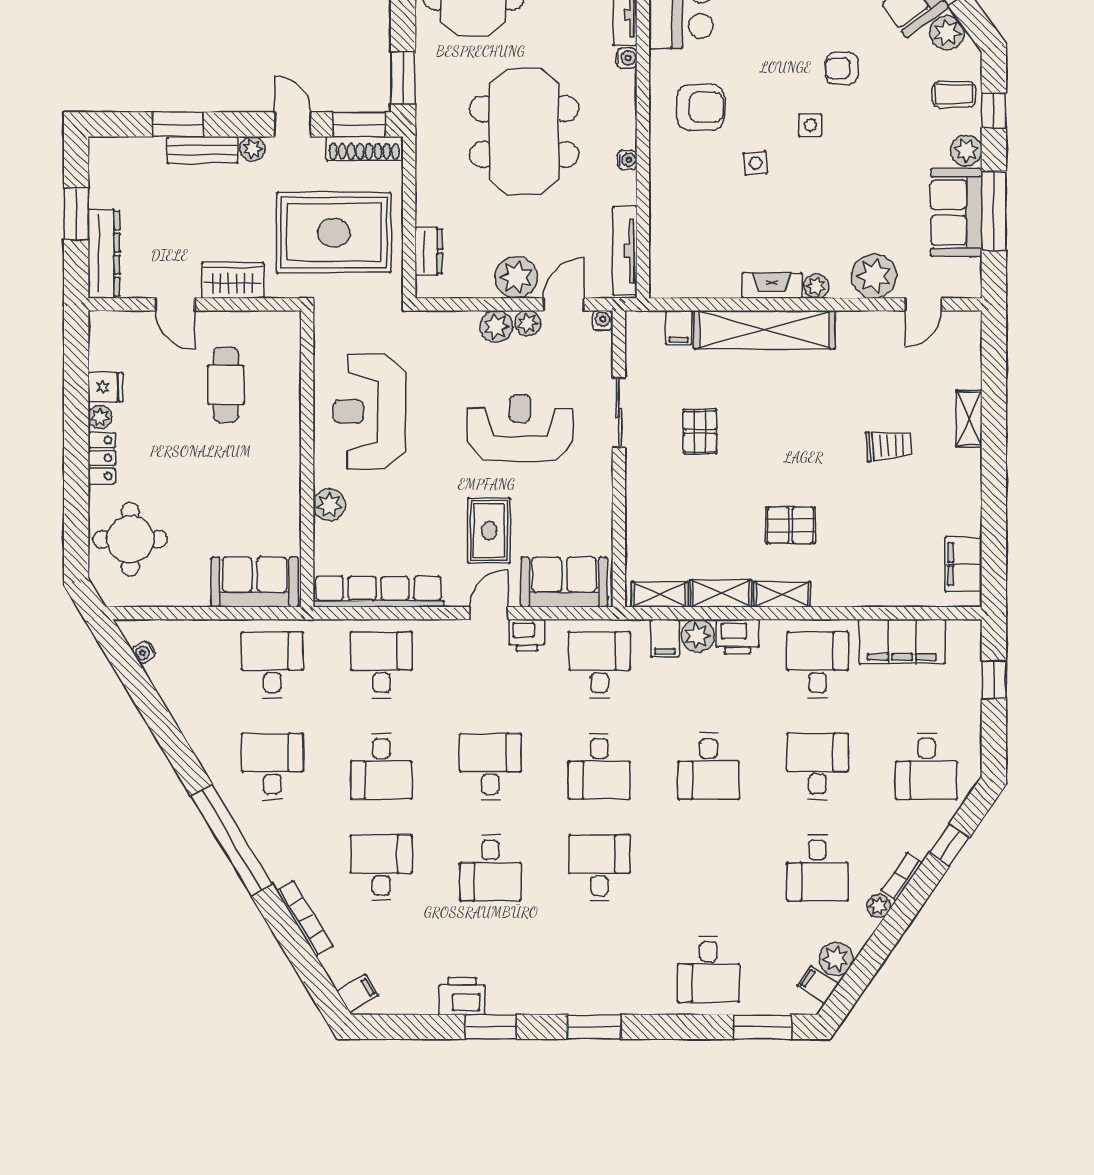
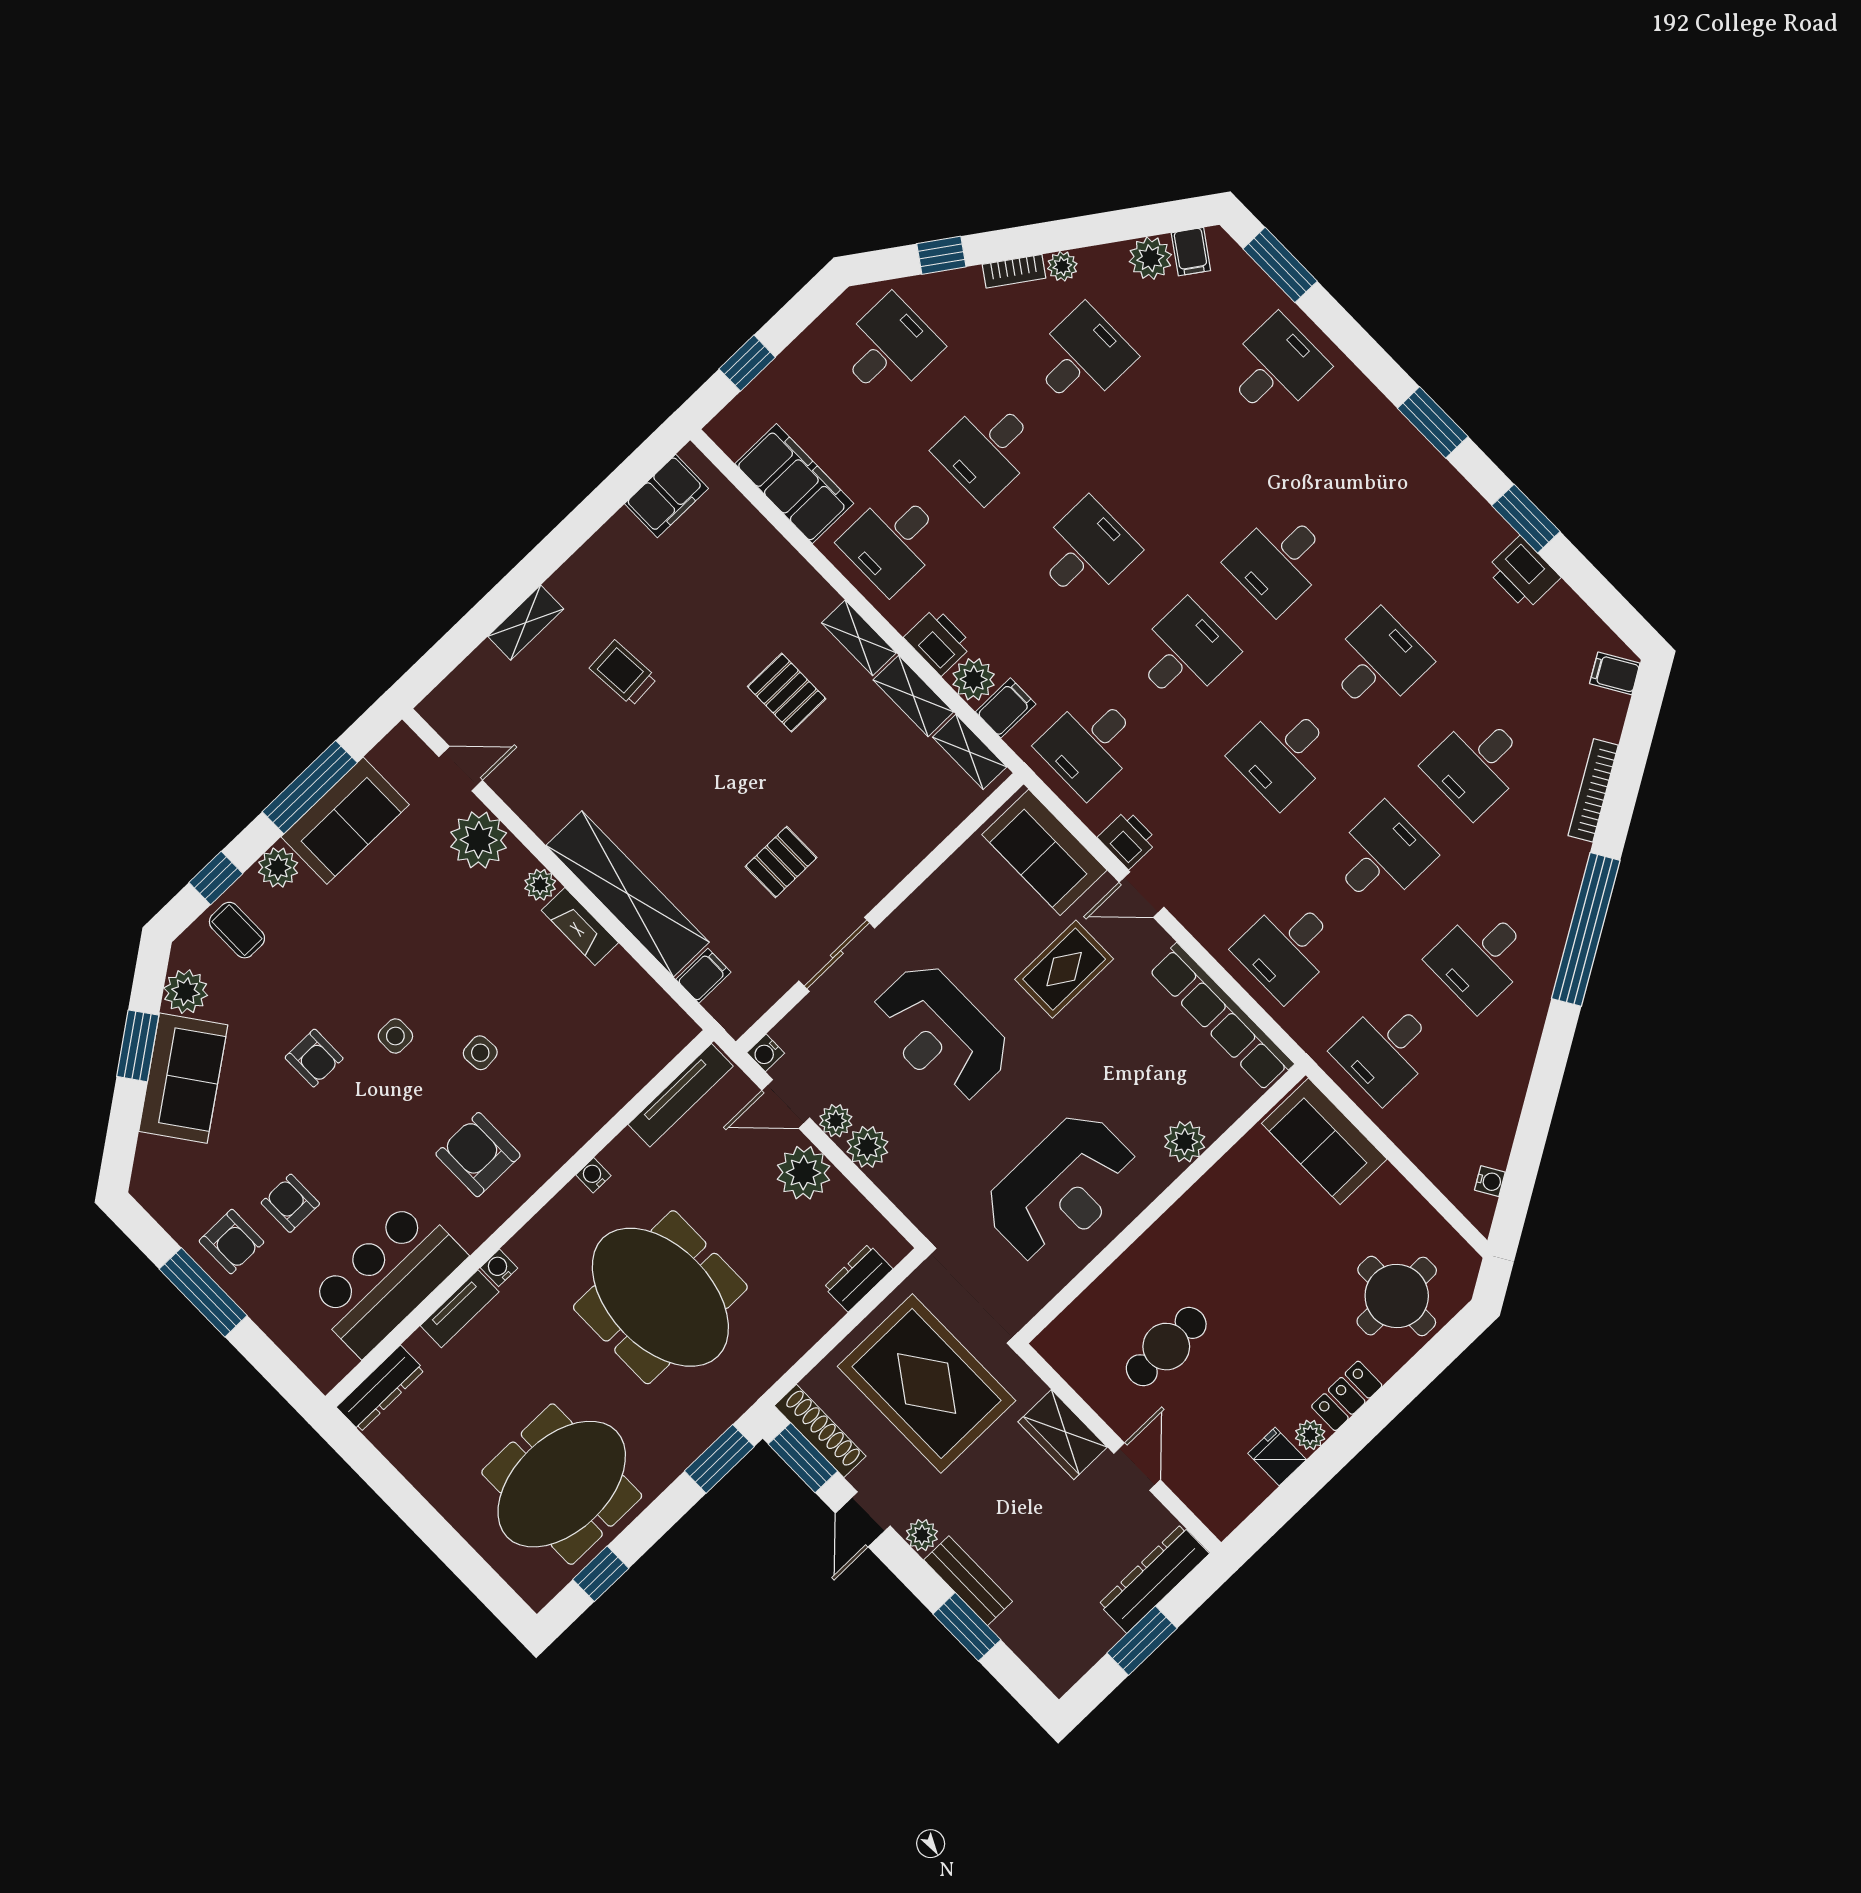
meeting table: (524, 132) -> (660, 1297), turned 90

